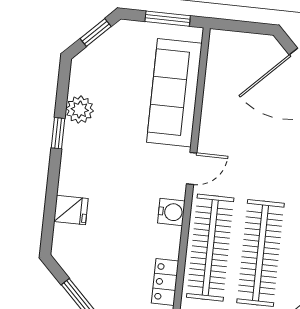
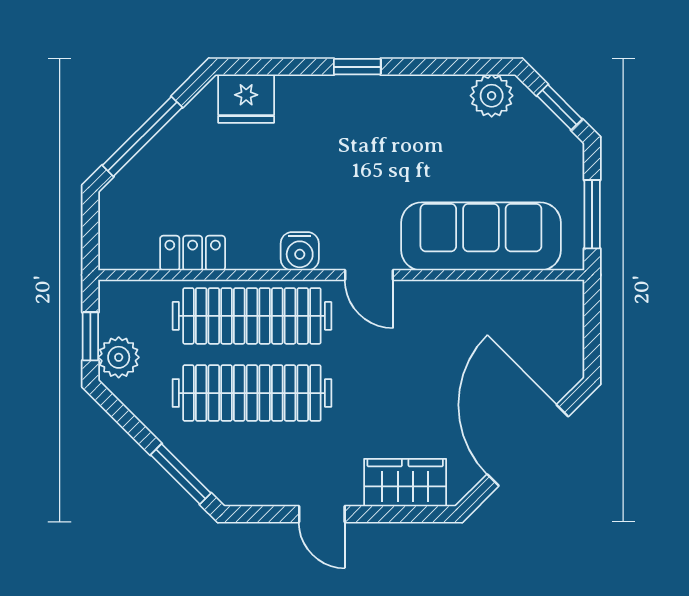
plant: (80, 110) -> (492, 96), moved
window: (58, 133) -> (357, 67), moved
fridge: (71, 210) -> (246, 99), moved, width x1.38

